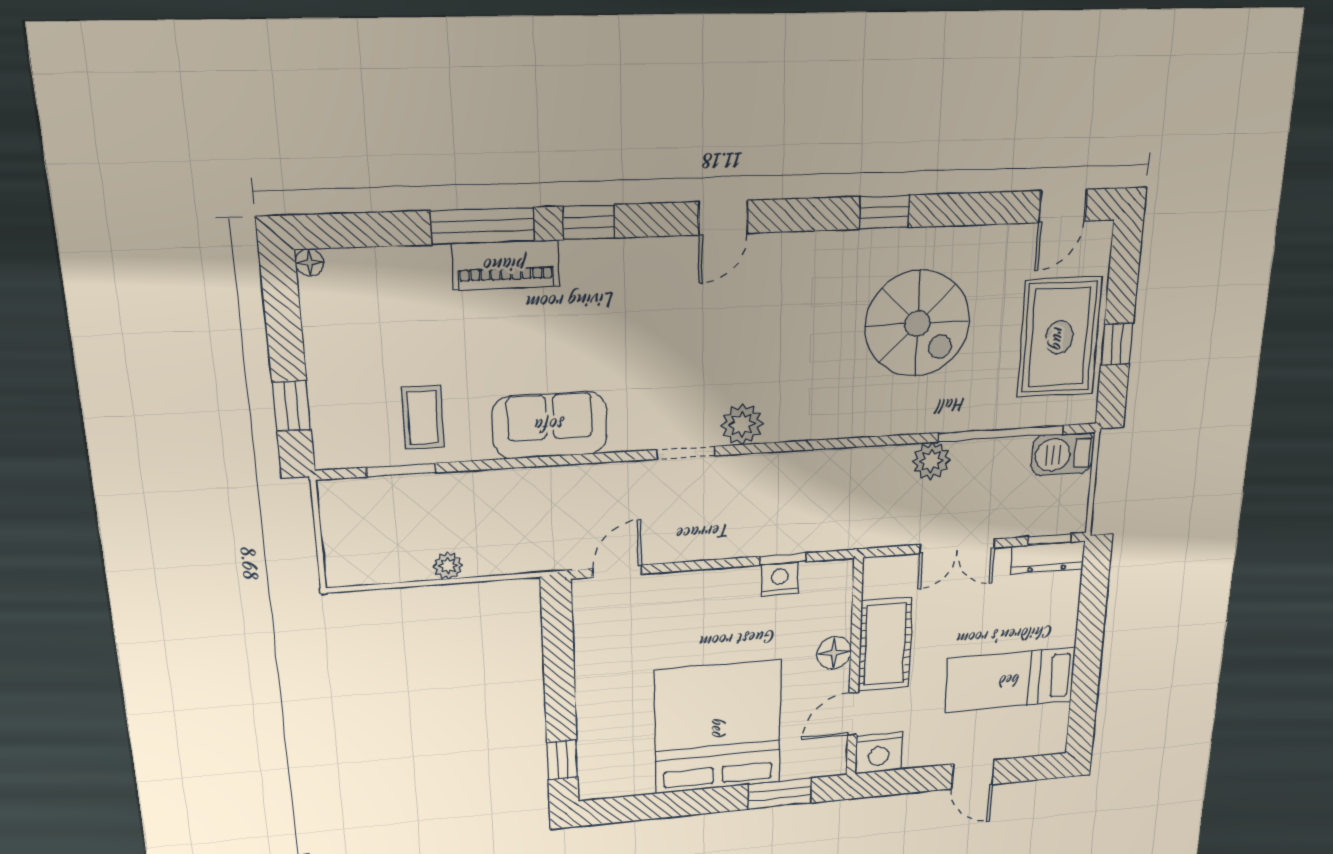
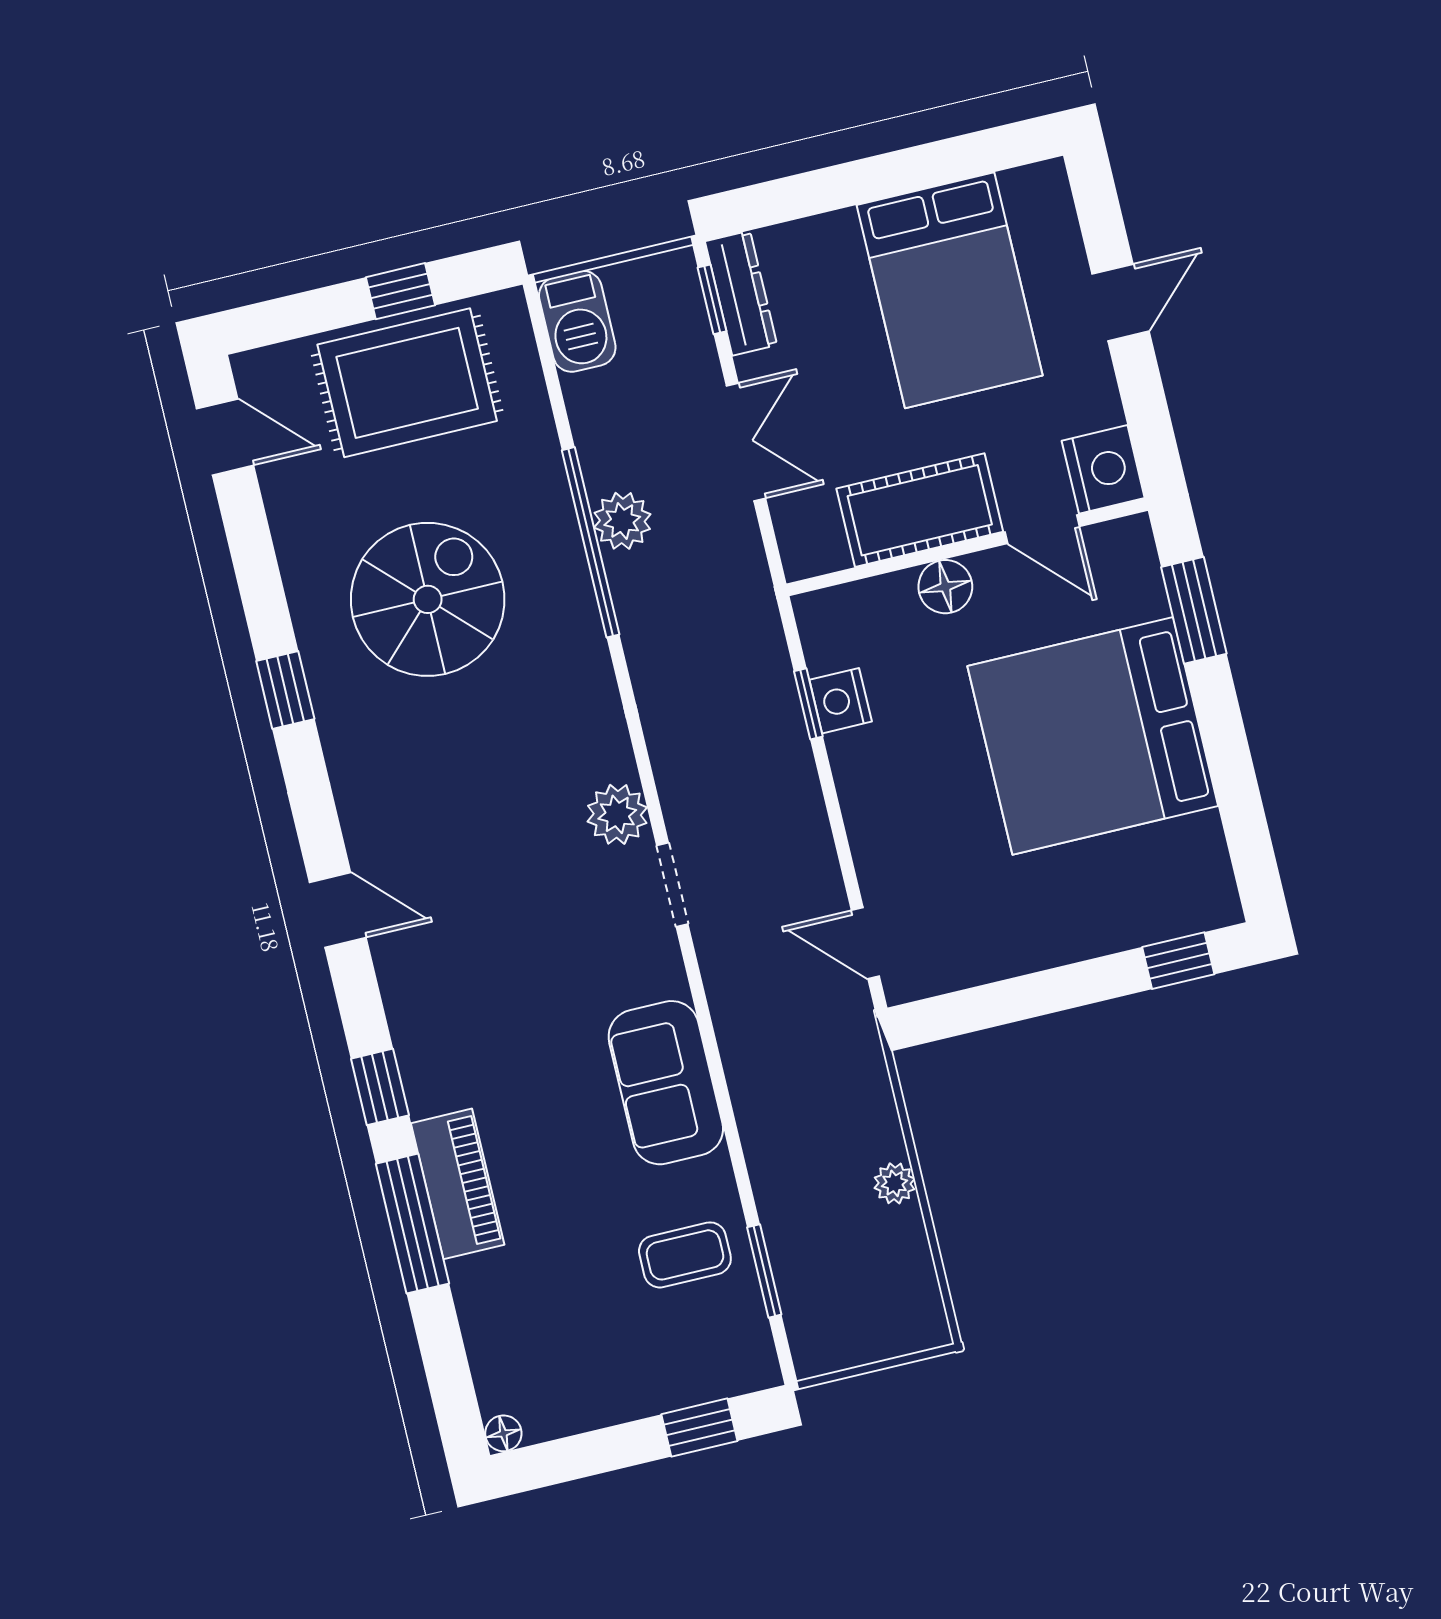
window: (1001, 434) -> (591, 542), moved
bed: (1010, 680) -> (950, 290), width x1.50

